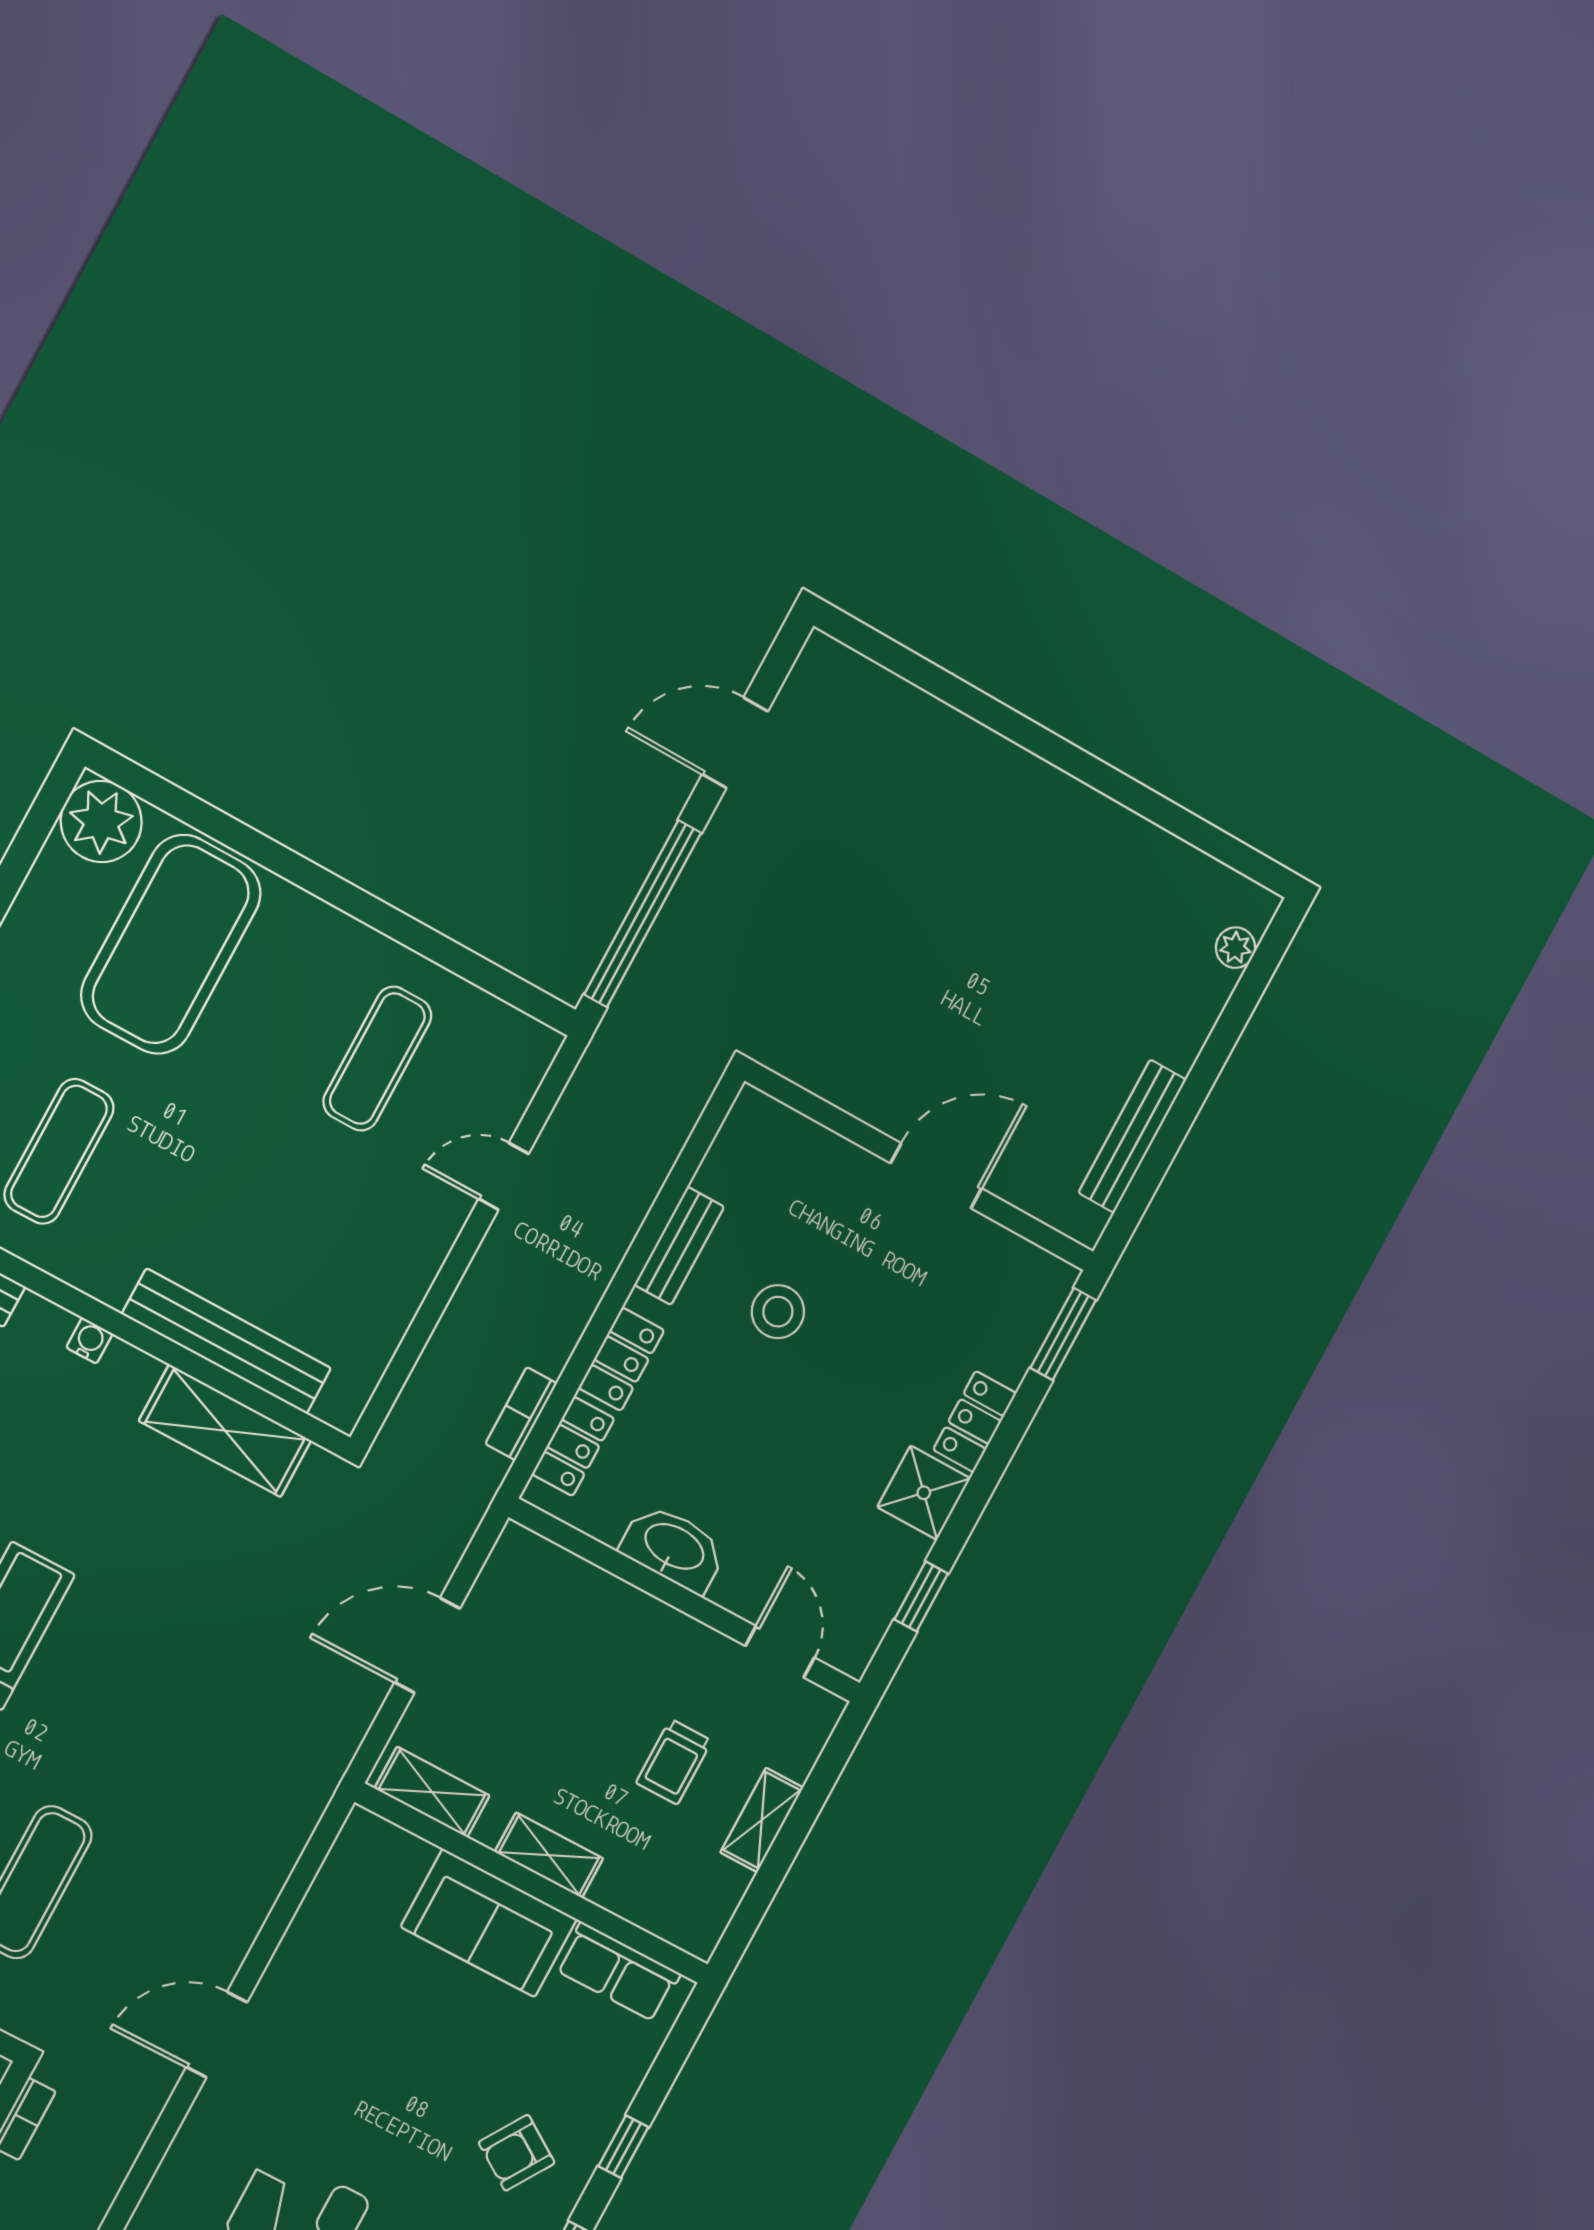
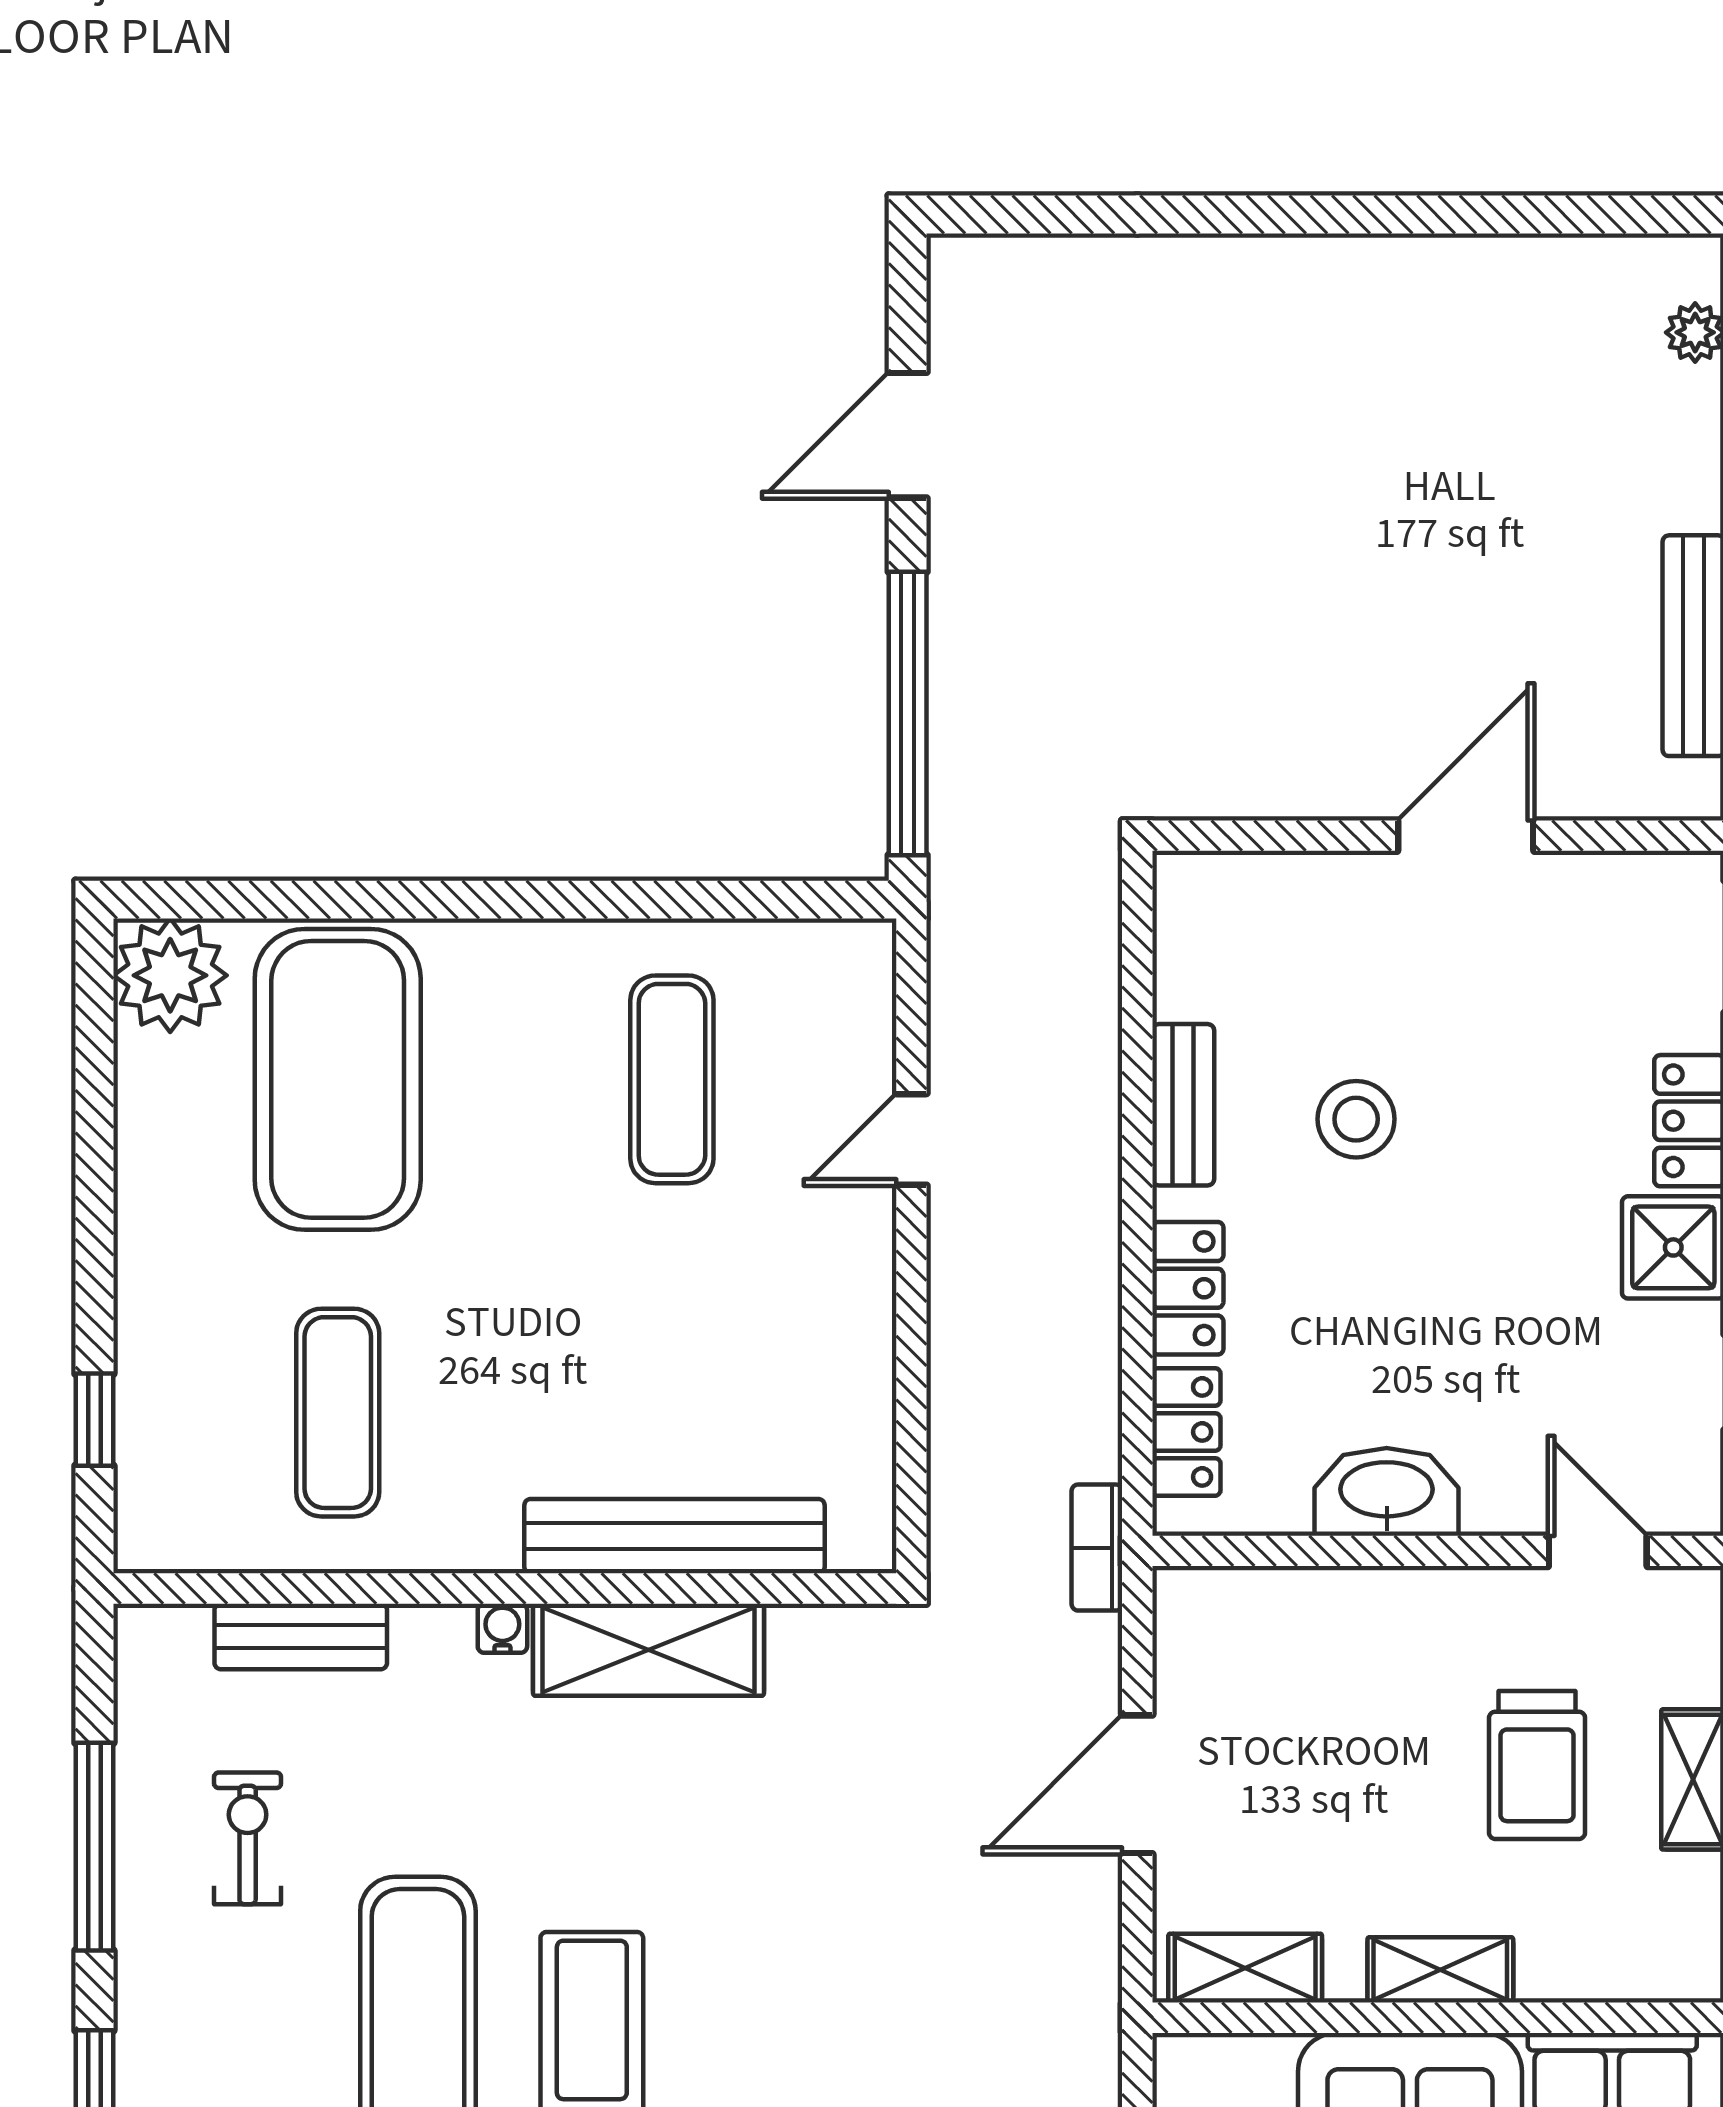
bookcase: (521, 1414) -> (1097, 1548), moved
shelving: (225, 1431) -> (649, 1650), moved
trolley: (674, 1762) -> (1537, 1765), width x1.36, depth x1.39

